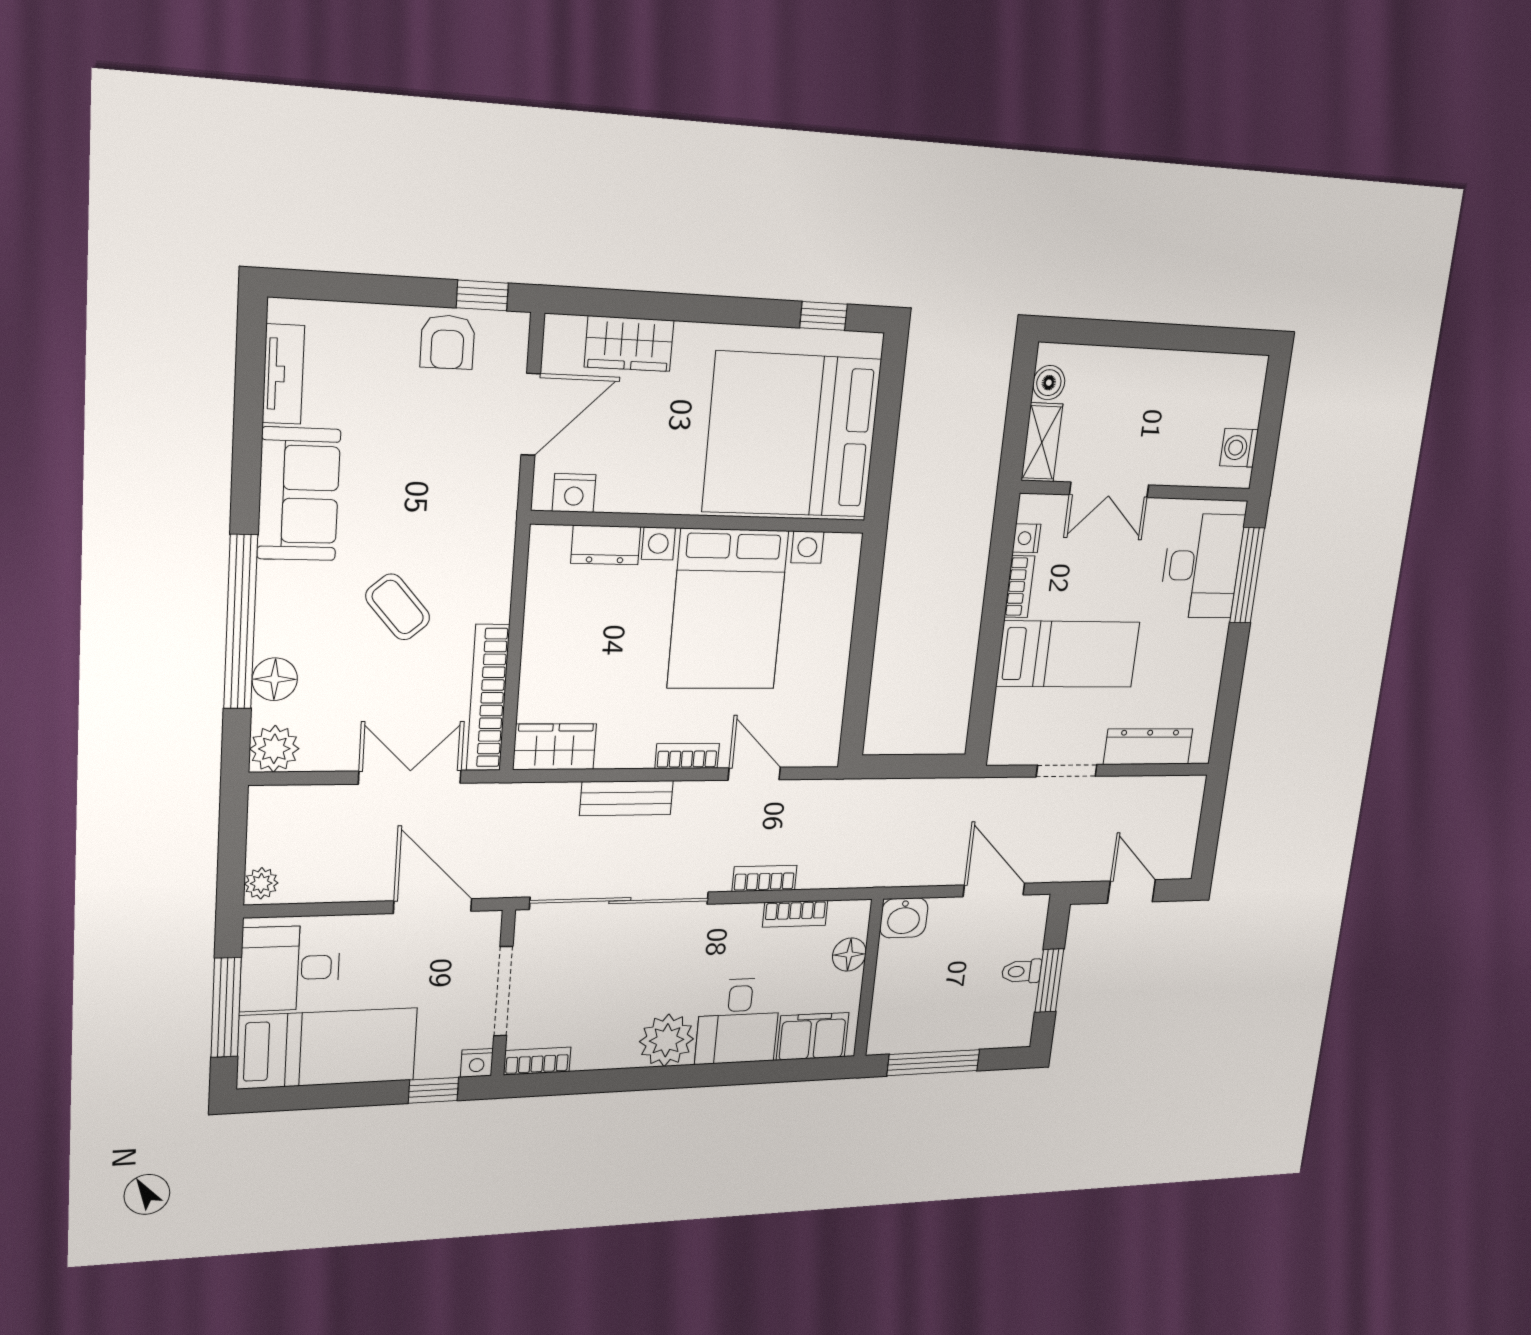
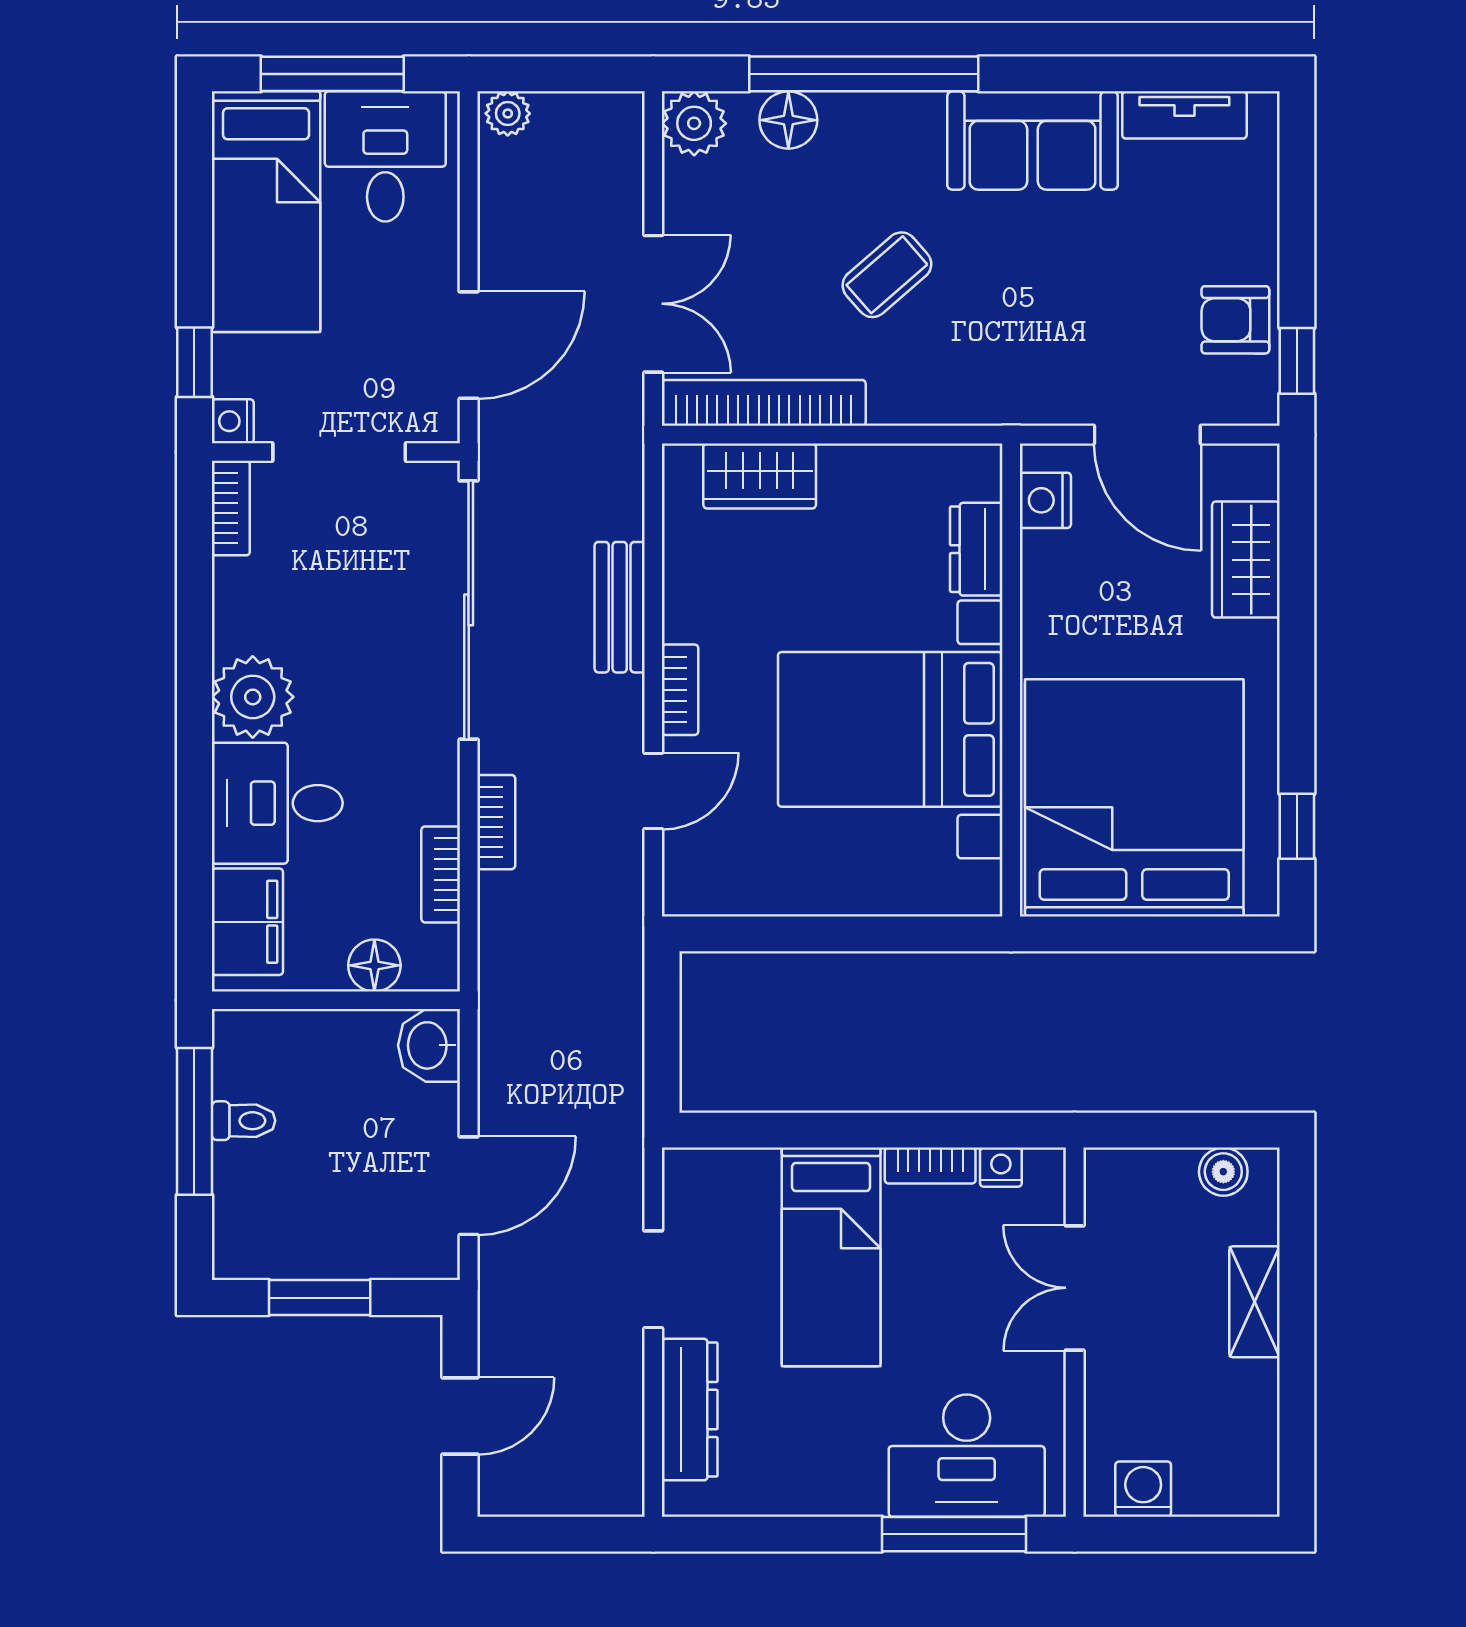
shelving: (1042, 442) -> (1255, 1302), moved, turned 90
wardrobe: (555, 747) -> (760, 476), moved, turned 90
toilet: (1021, 971) -> (243, 1121), moved, turned 90

